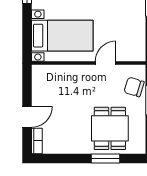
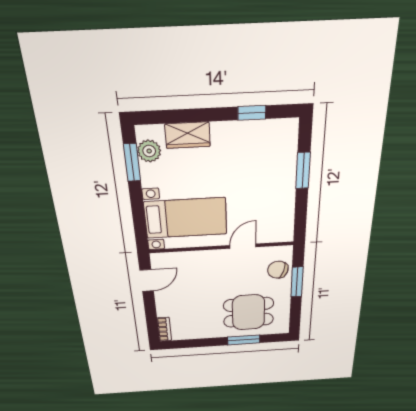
door: (27, 117) -> (147, 281), moved
dining table: (110, 128) -> (249, 312), turned 90

